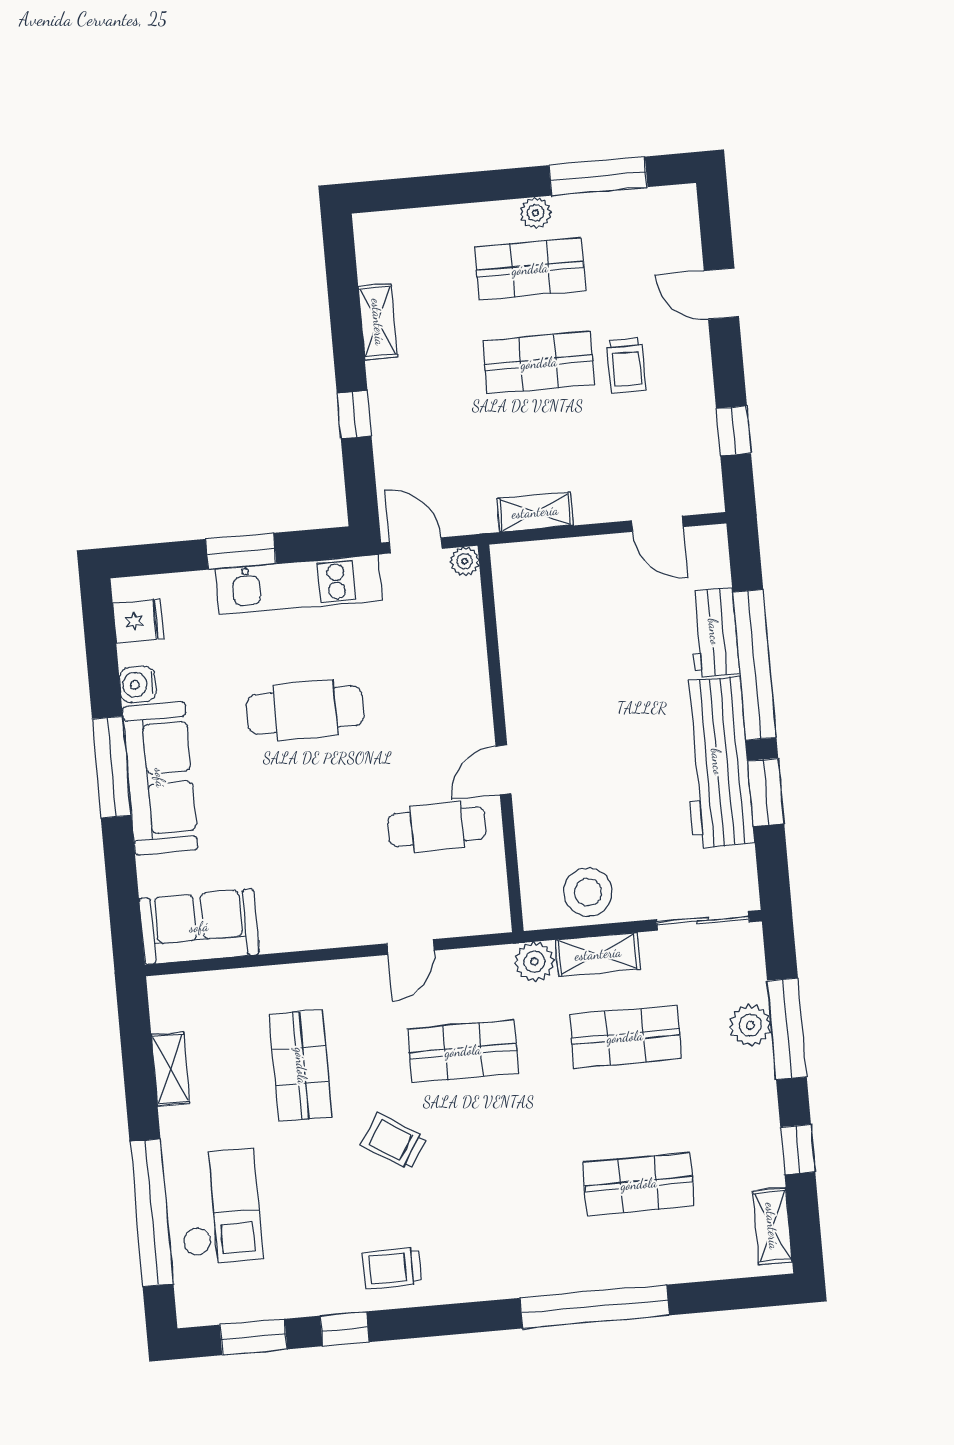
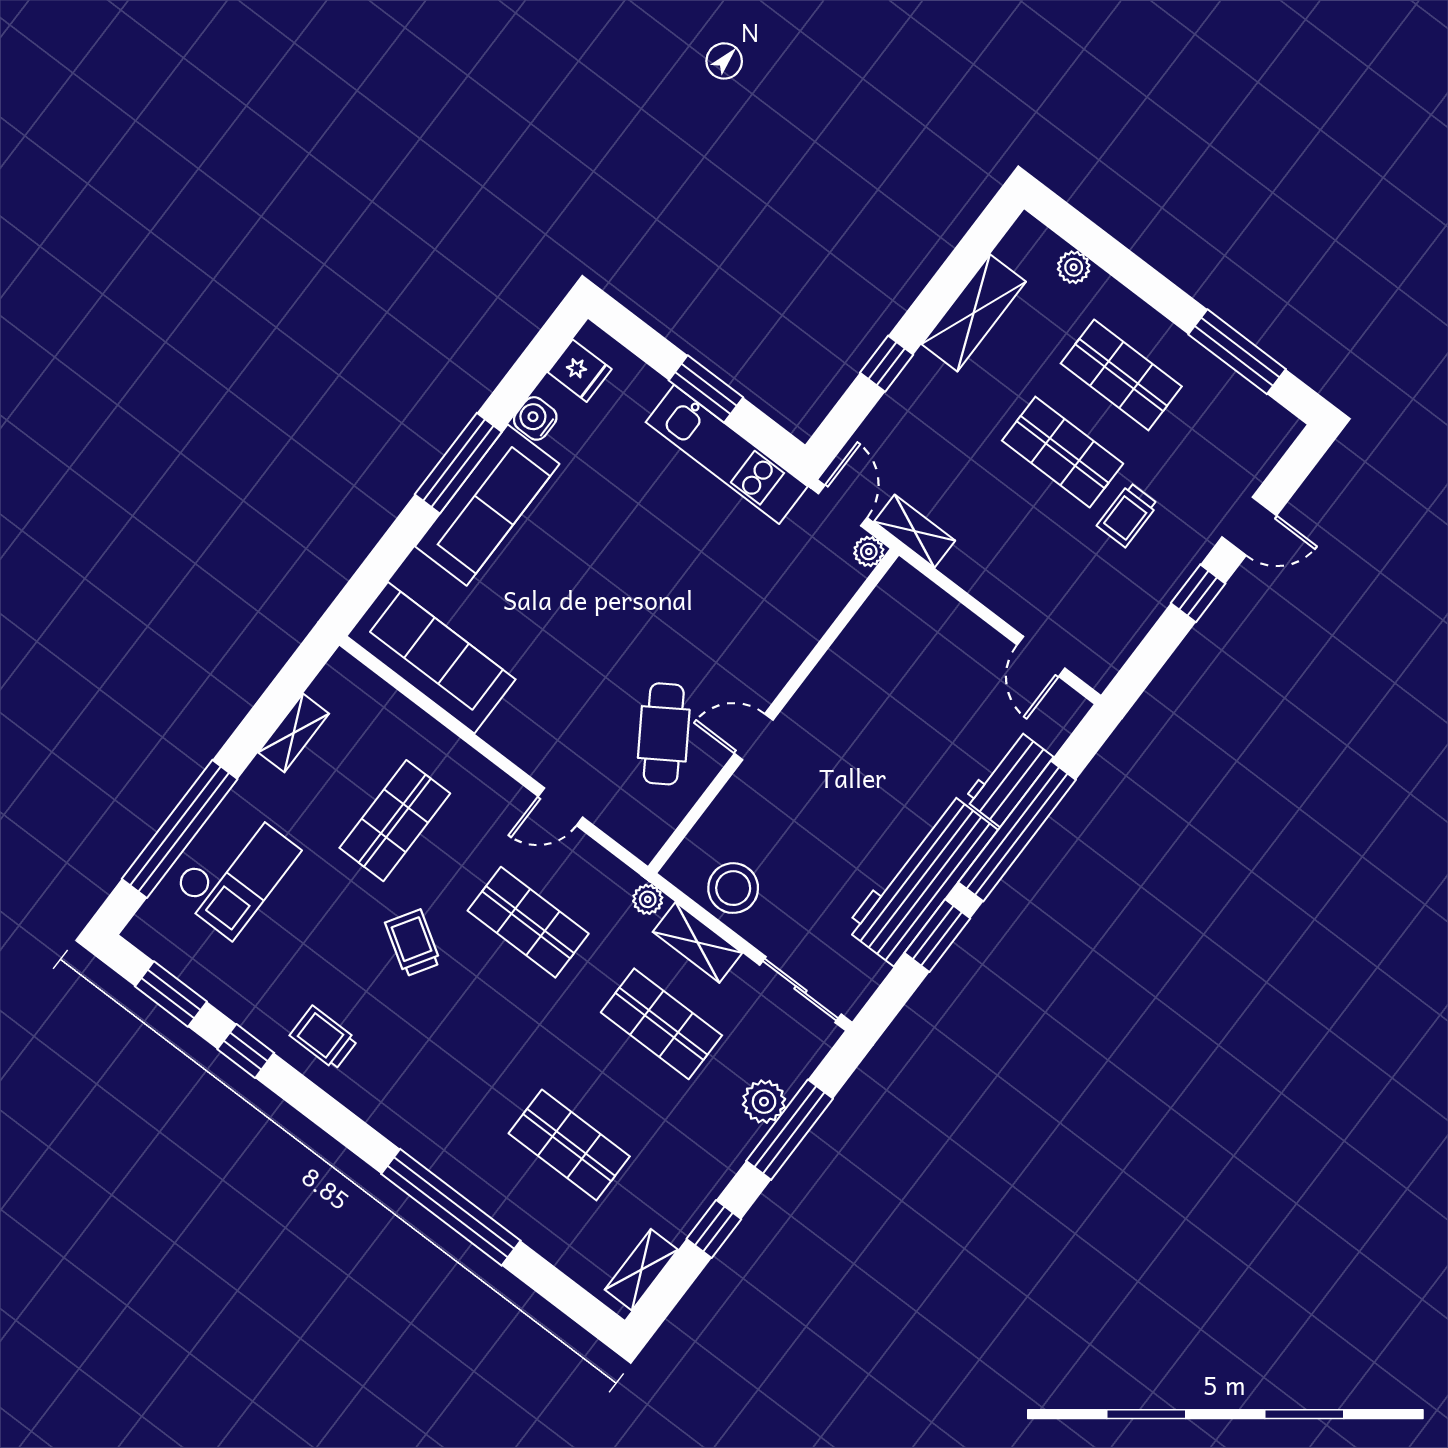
plant: (535, 213) -> (1074, 267), moved
door: (721, 294) -> (1249, 526), swing flipped
shelving: (378, 322) -> (974, 313), width x1.50, depth x1.33
window: (734, 431) -> (1198, 593), moved
shelving: (535, 512) -> (915, 531), moved
cafe table: (305, 710) -> (645, 554), removed
cafe table: (437, 827) -> (664, 734), turned 57
sofa: (199, 927) -> (431, 658), width x1.36
plant: (534, 962) -> (648, 899), width x0.73, depth x0.73

